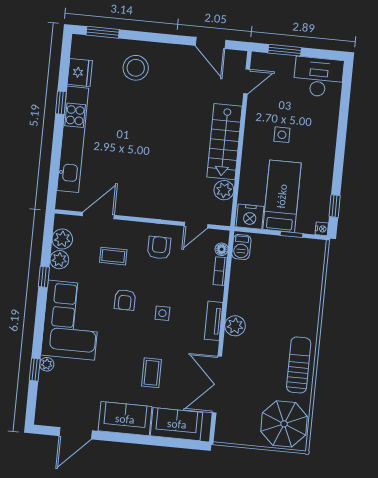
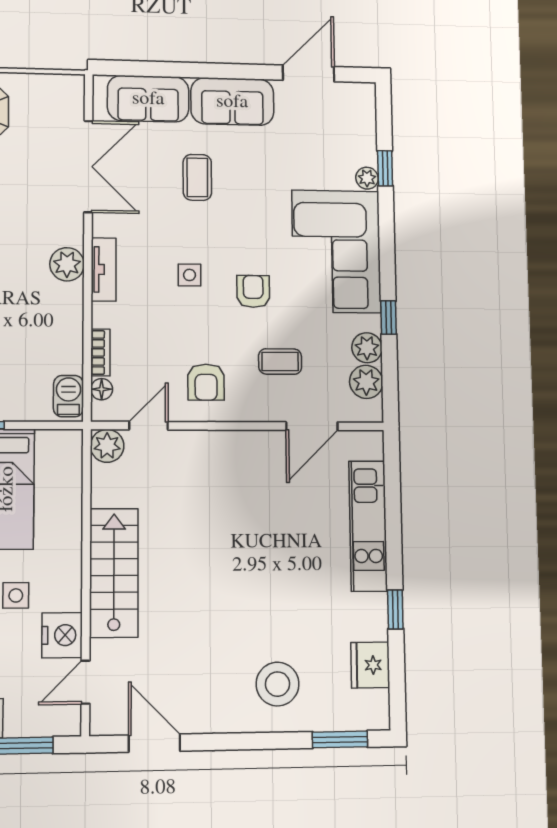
kitchen unit: (73, 139) -> (368, 526), width x0.73
plant: (224, 190) -> (107, 446), moved
nightstand: (250, 217) -> (62, 635), moved, turned 90

